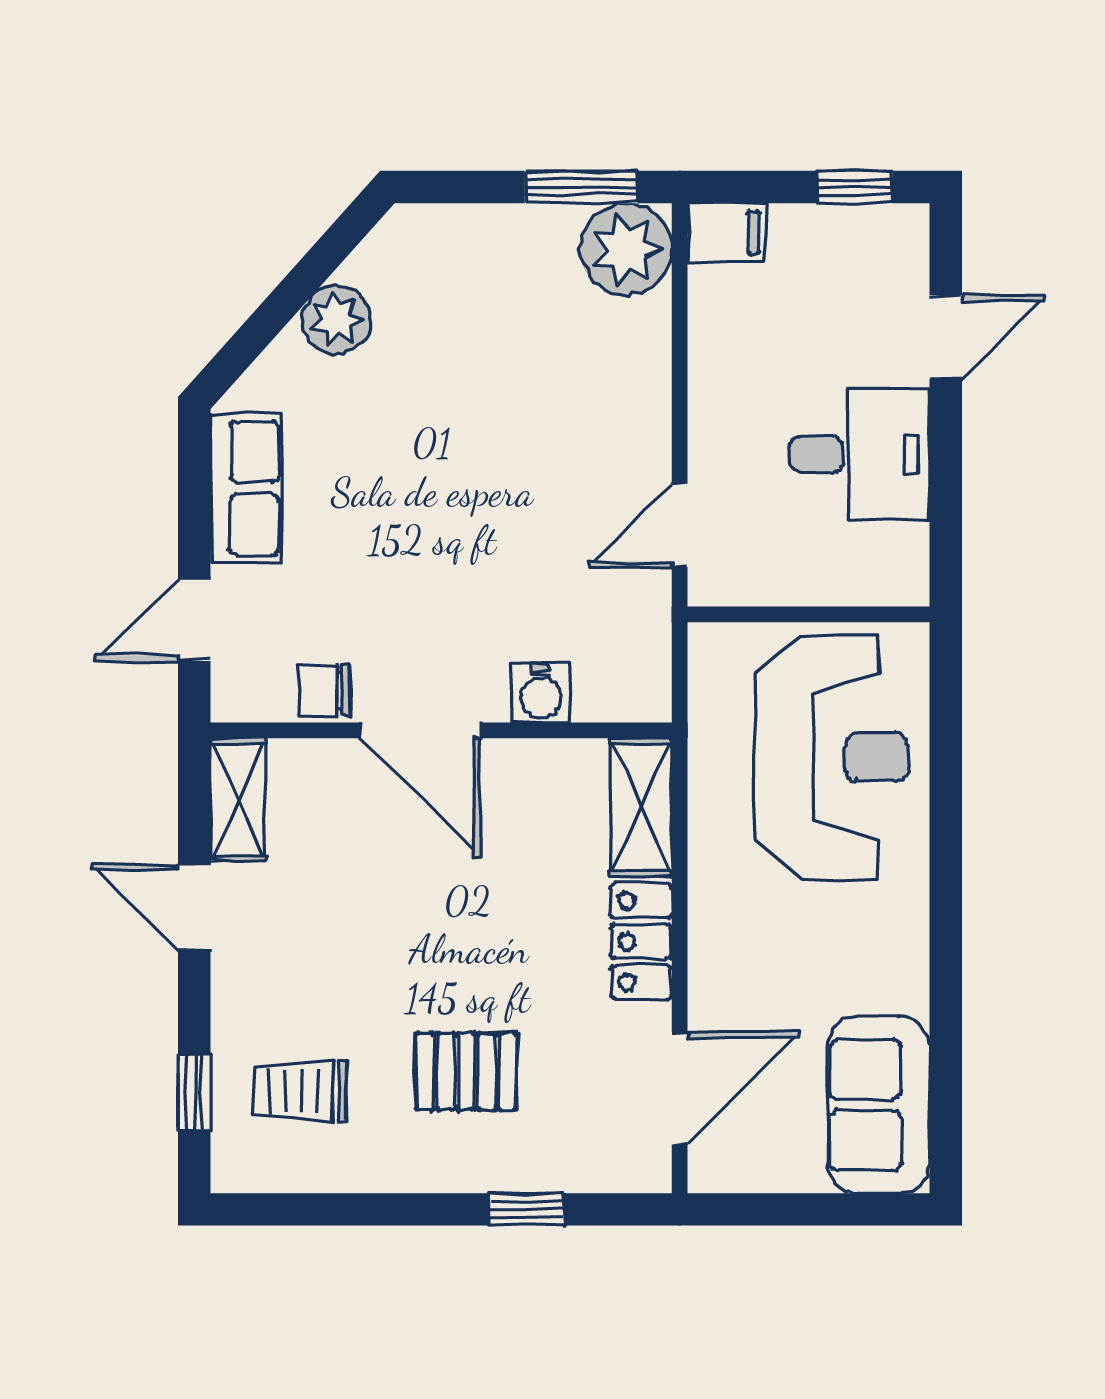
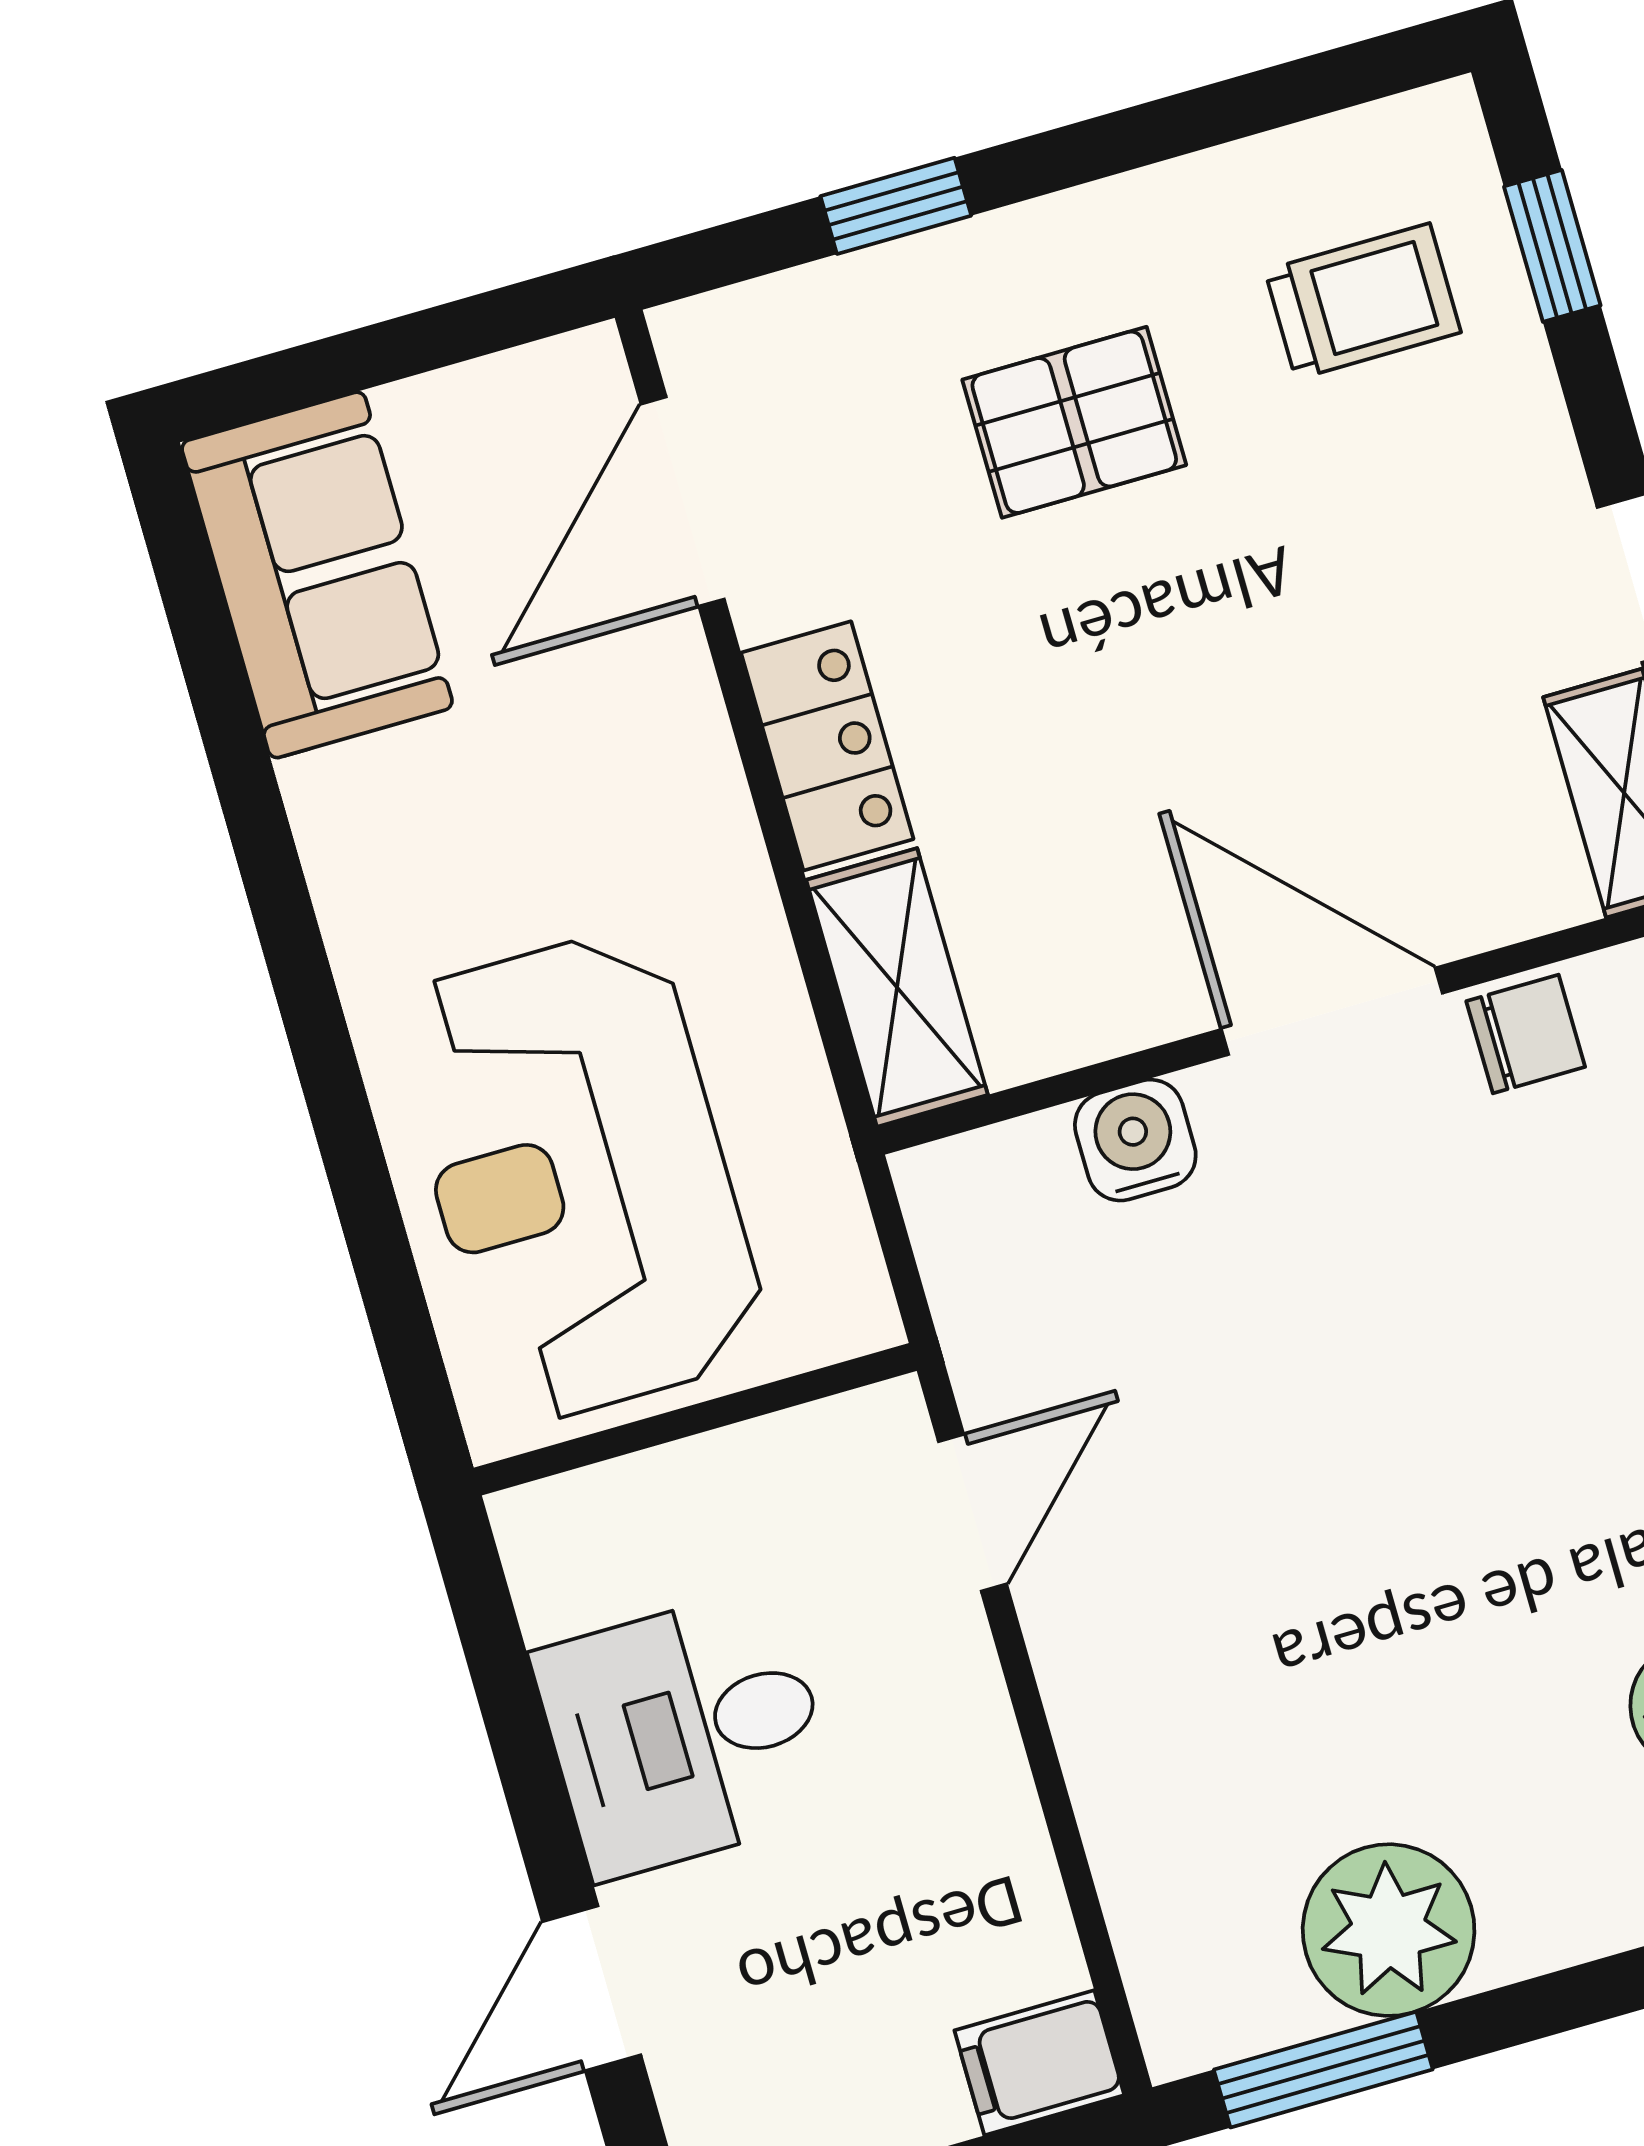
plant: (626, 249) -> (1389, 1930), moved

